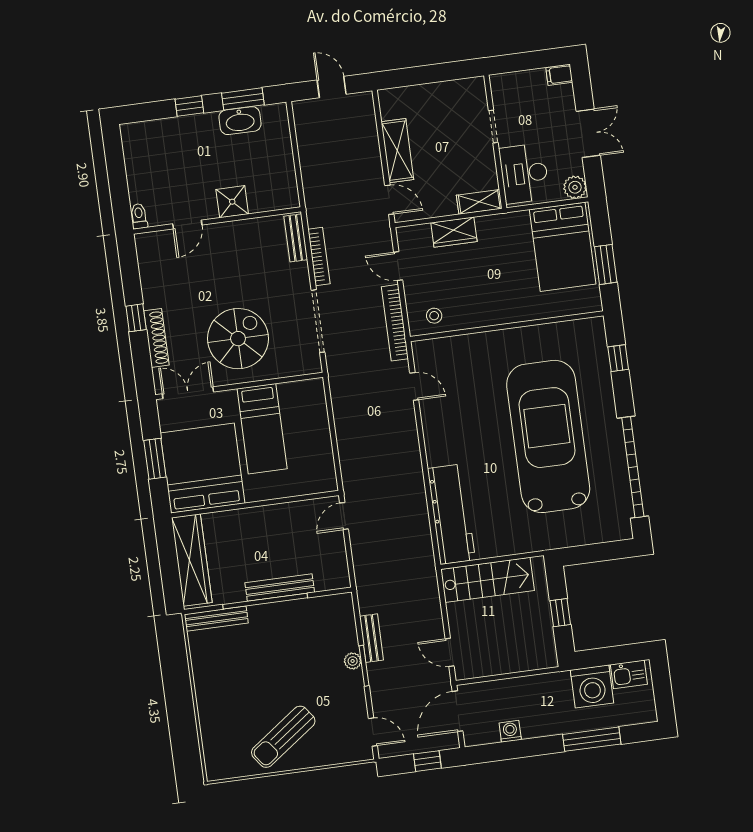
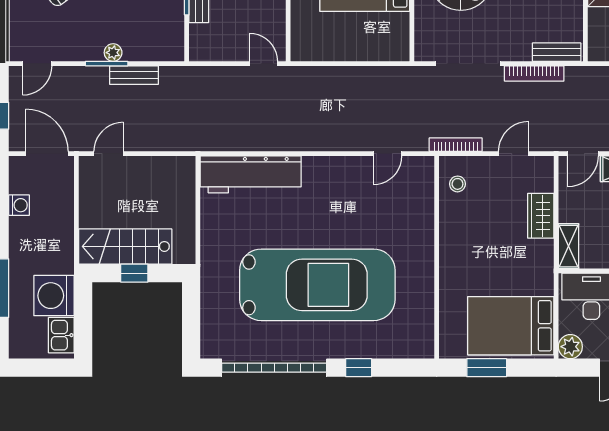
bookcase: (395, 323) -> (456, 145), width x0.68, depth x0.76
window: (618, 358) -> (359, 368), moved
stairs: (488, 580) -> (125, 246), moved, turned 90

